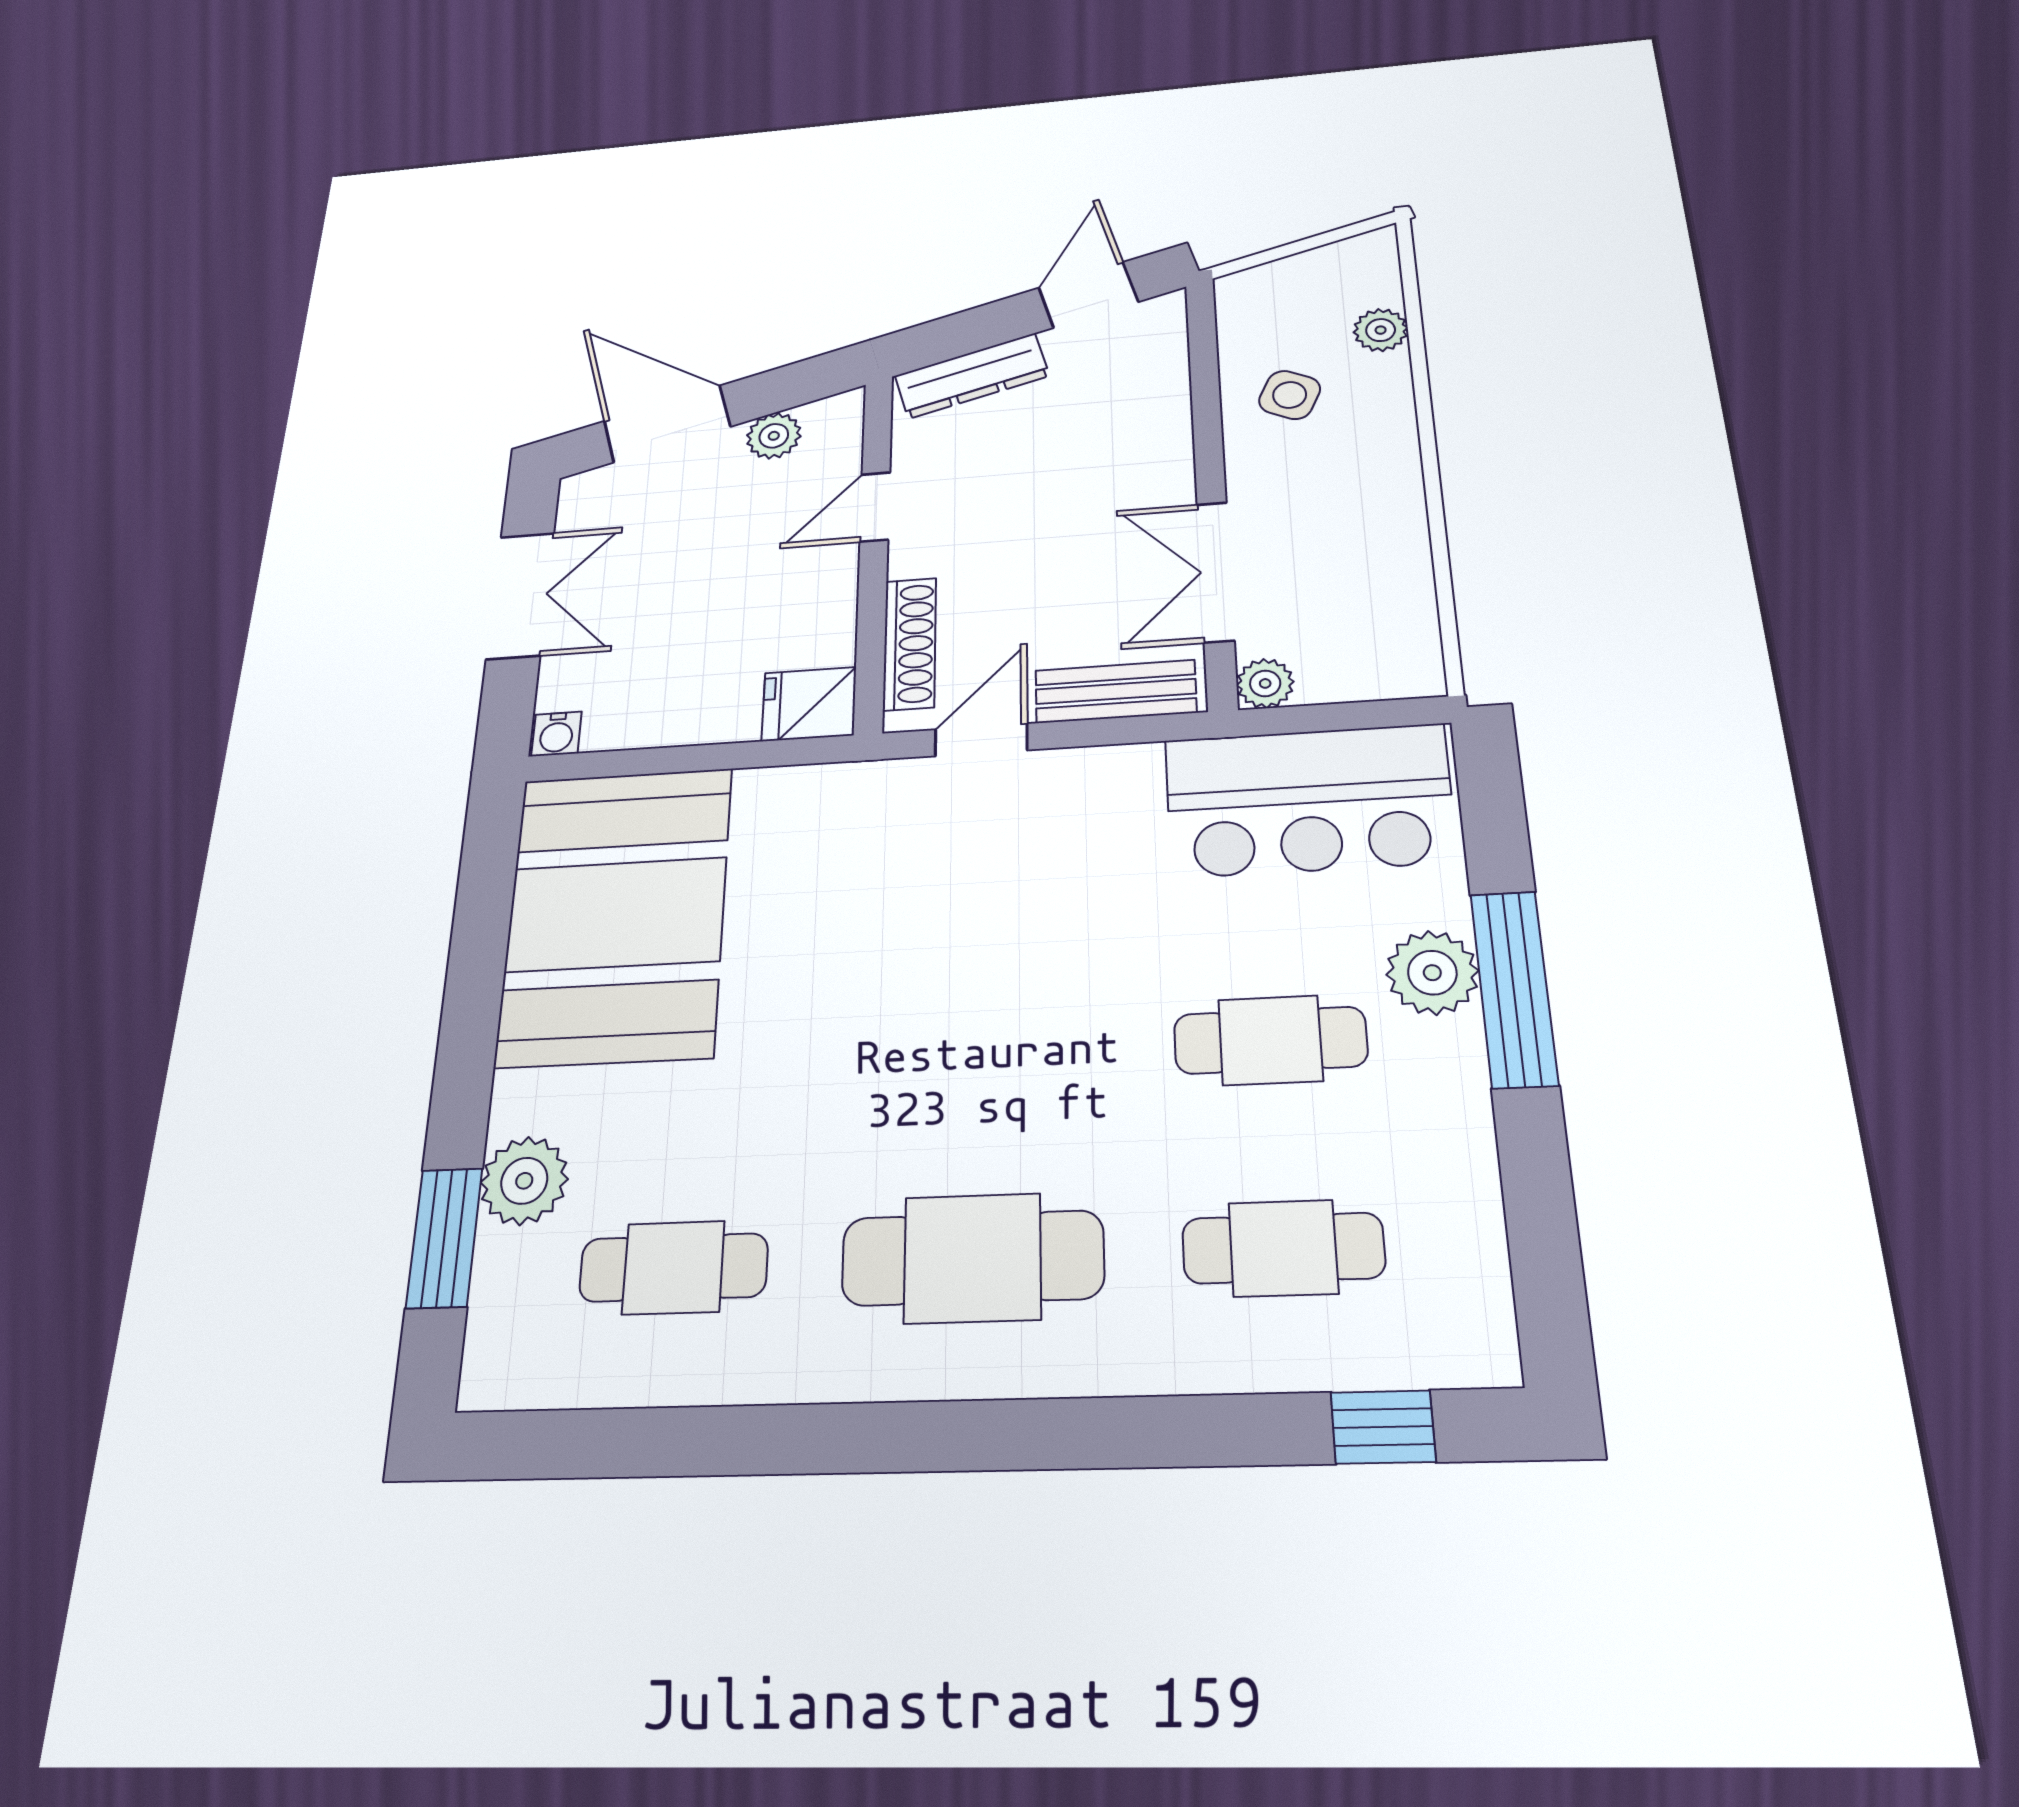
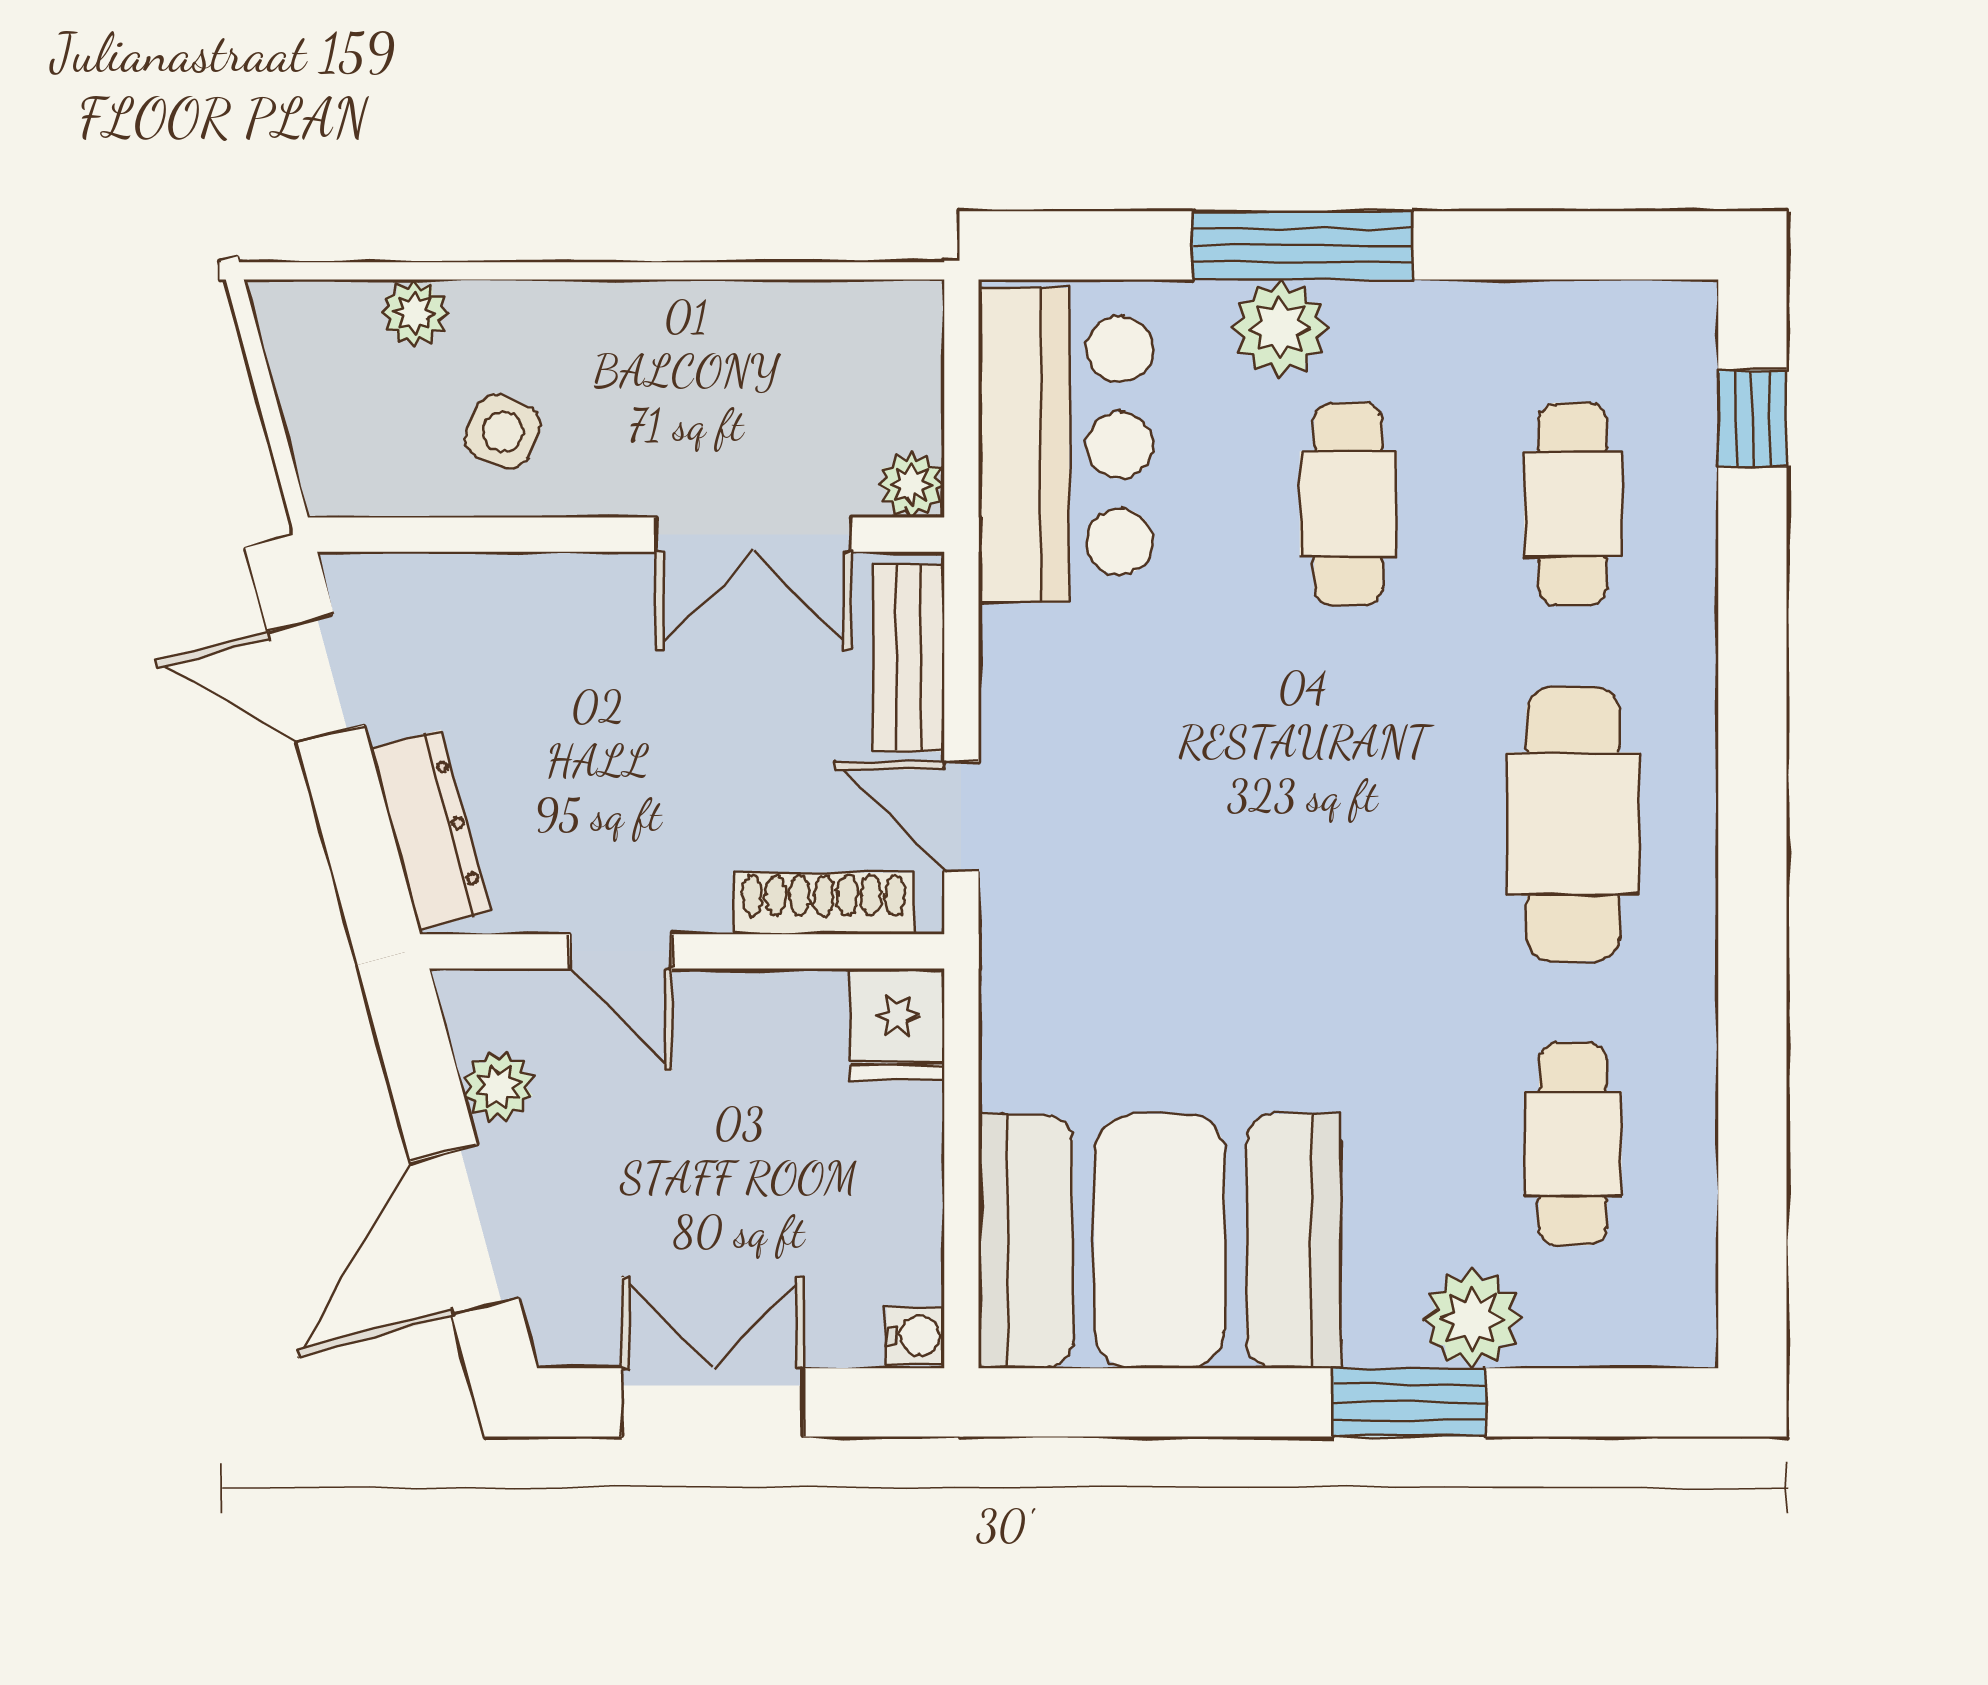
window: (444, 1238) -> (1409, 1402), moved

